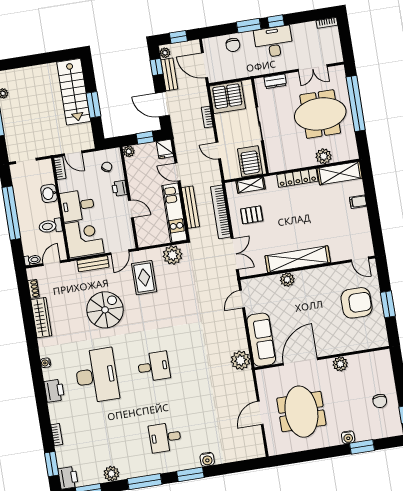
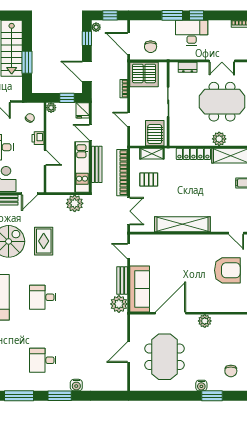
chair: (233, 45) -> (151, 47), moved
bench: (169, 74) -> (122, 281), moved
rug: (144, 278) -> (44, 241), moved
plant: (287, 280) -> (171, 241), removed
door: (242, 299) -> (129, 251), hinge flipped
desk: (154, 366) -> (43, 297), turned 180
chair: (380, 401) -> (231, 371), moved

